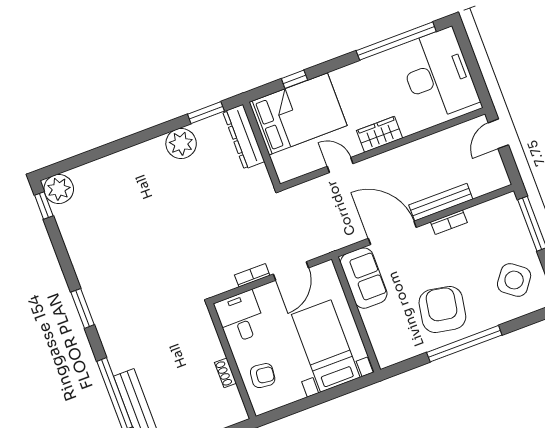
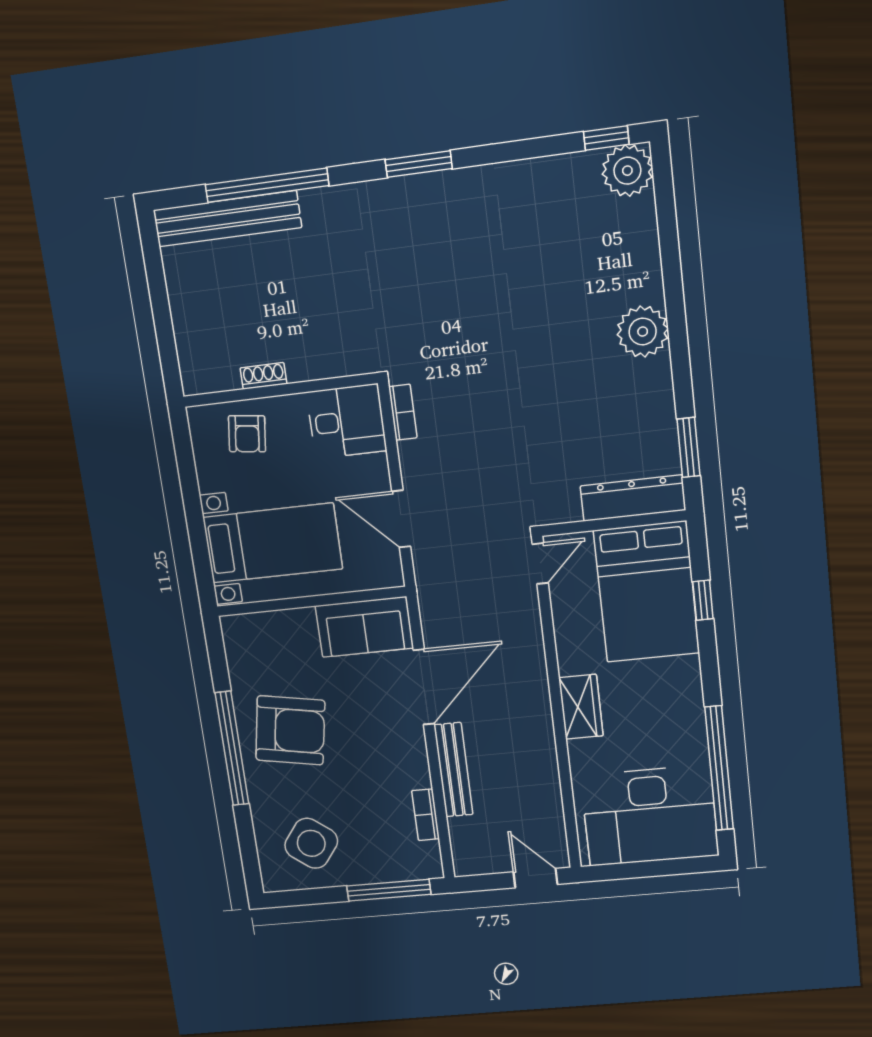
plant: (181, 144) -> (643, 332), moved
door: (340, 165) -> (540, 564), moved
bookcase: (449, 222) -> (426, 815), moved
bookcase: (252, 275) -> (403, 412), moved

